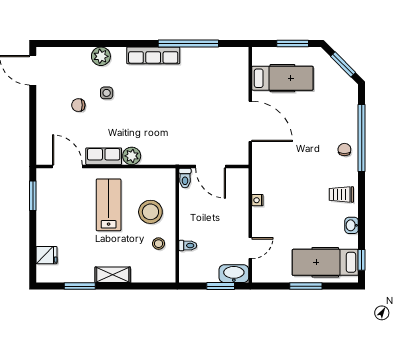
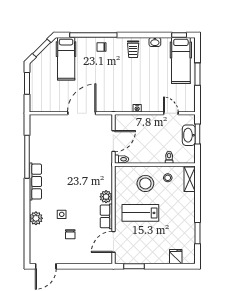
hospital bed: (282, 78) -> (66, 59), moved, turned 180
washbasin: (234, 274) -> (189, 135), moved
shelving: (113, 275) -> (190, 179), moved

